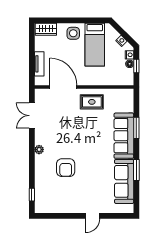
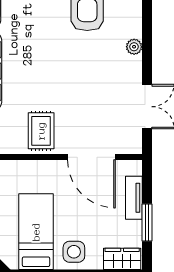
window: (32, 50) -> (147, 222), added
rug: (92, 102) -> (41, 131), turned 90

